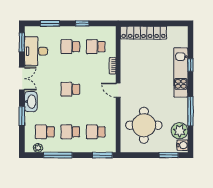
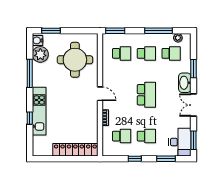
desk: (36, 51) -> (180, 142), moved
school desk: (70, 89) -> (146, 95), width x1.85

